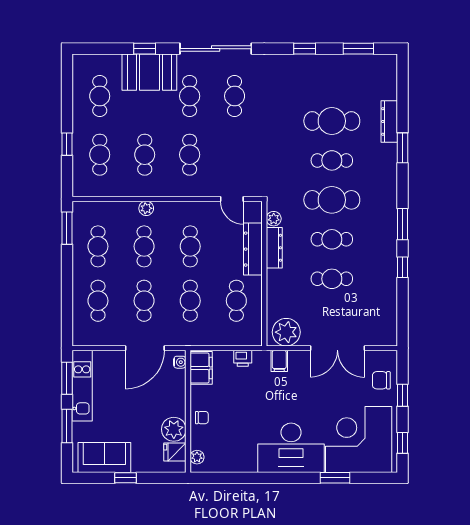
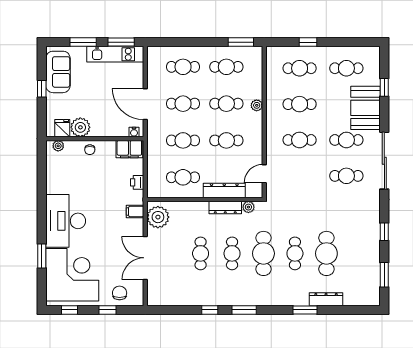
window: (145, 49) -> (384, 87), moved

